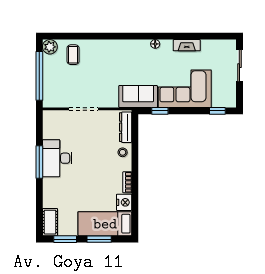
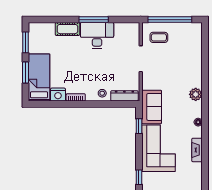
plant: (50, 47) -> (196, 94), moved
coffee table: (73, 55) -> (159, 37), moved
cot: (50, 222) -> (67, 29), moved

